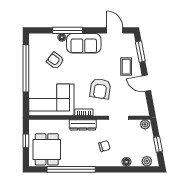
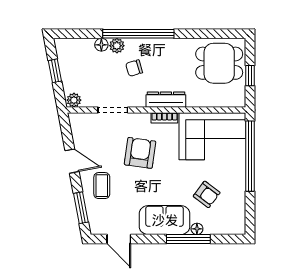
window: (26, 68) -> (250, 156), moved
dining table: (47, 149) -> (219, 63), turned 90
plant: (147, 161) -> (117, 46), moved
window: (71, 169) -> (138, 34), moved

